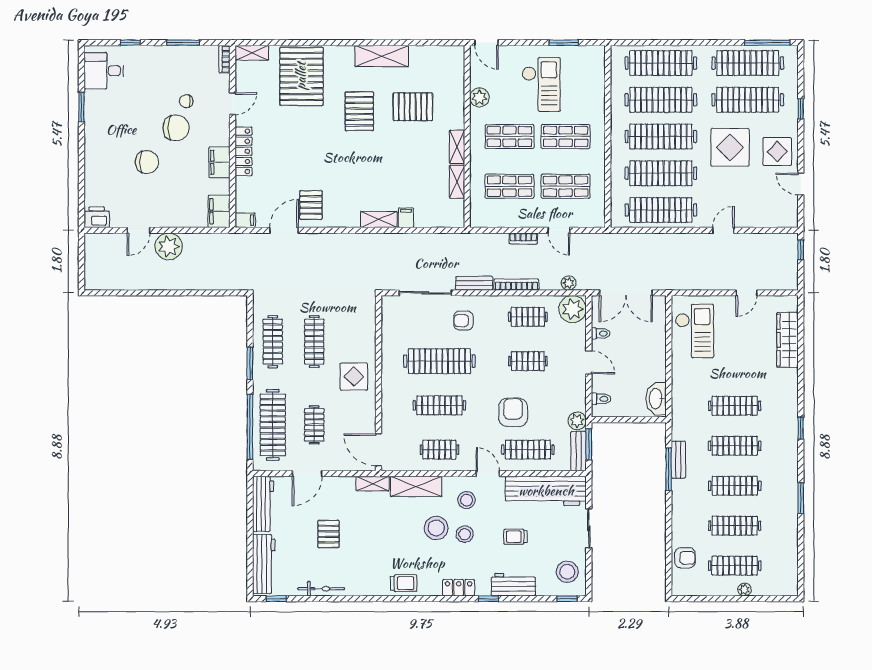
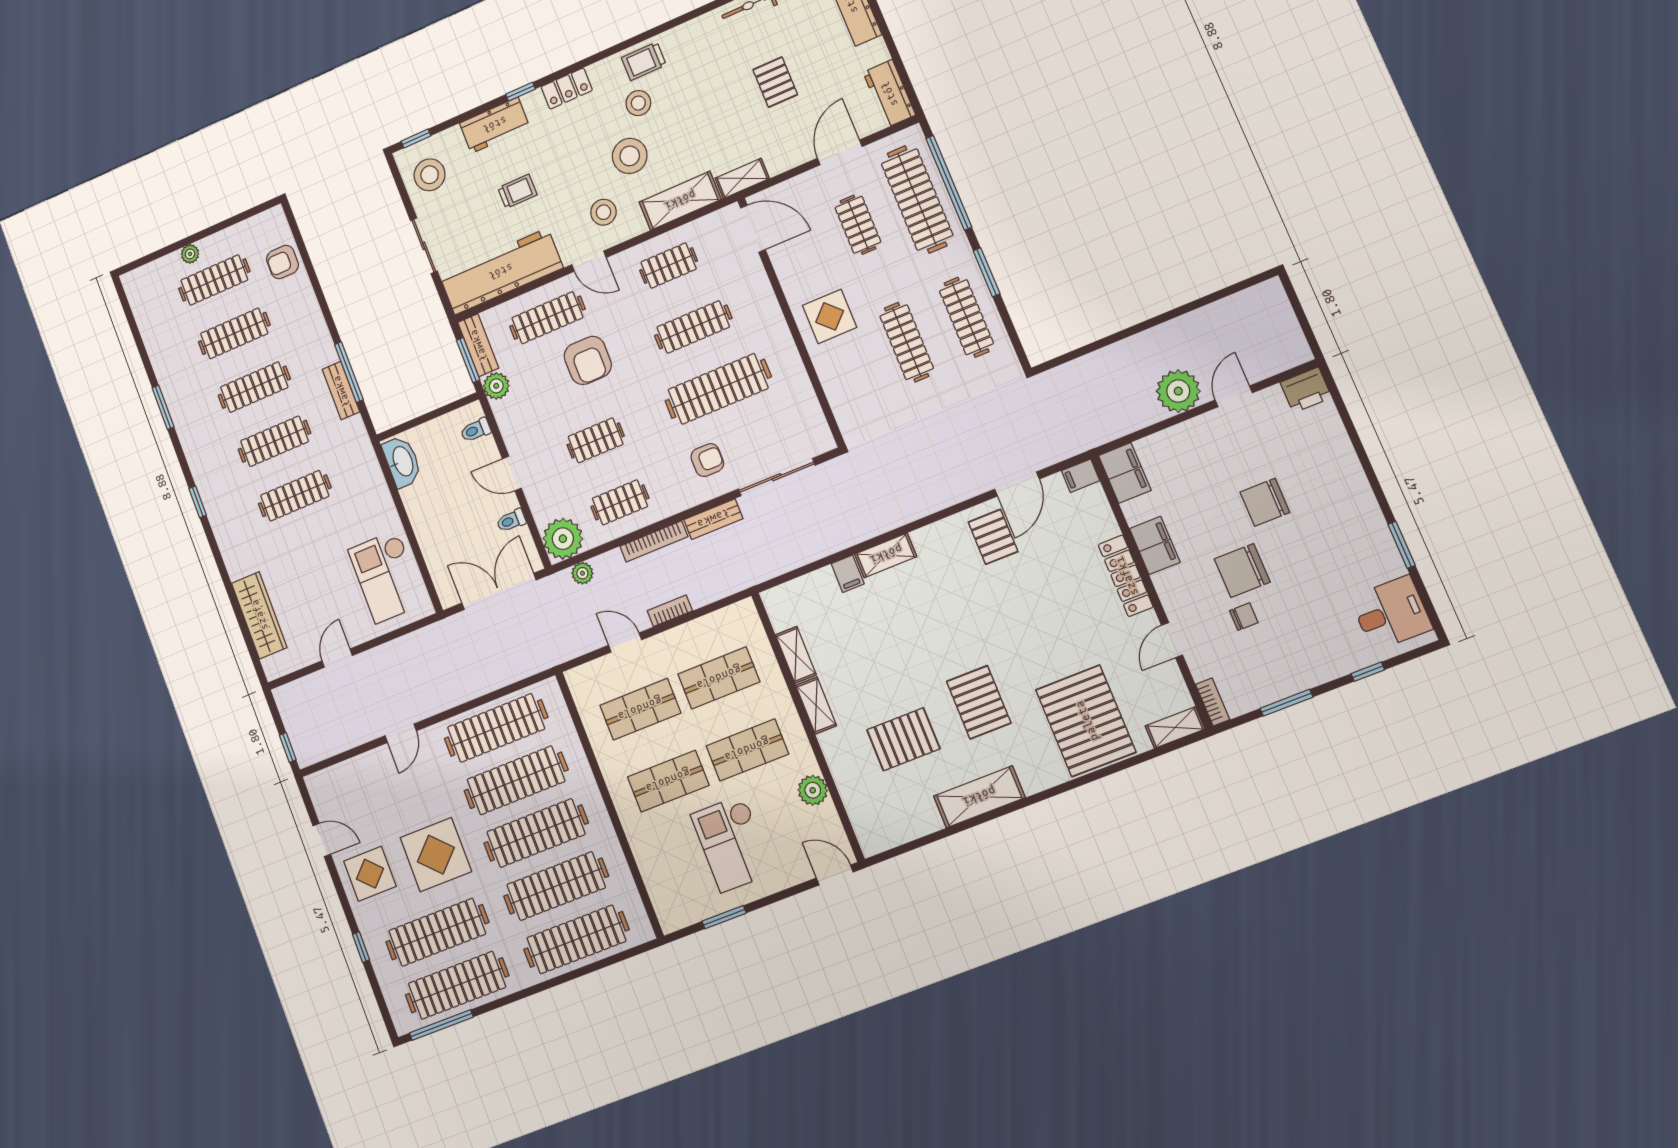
workbench: (263, 504) -> (889, 94), width x0.73
stool: (465, 534) -> (638, 103), moved

